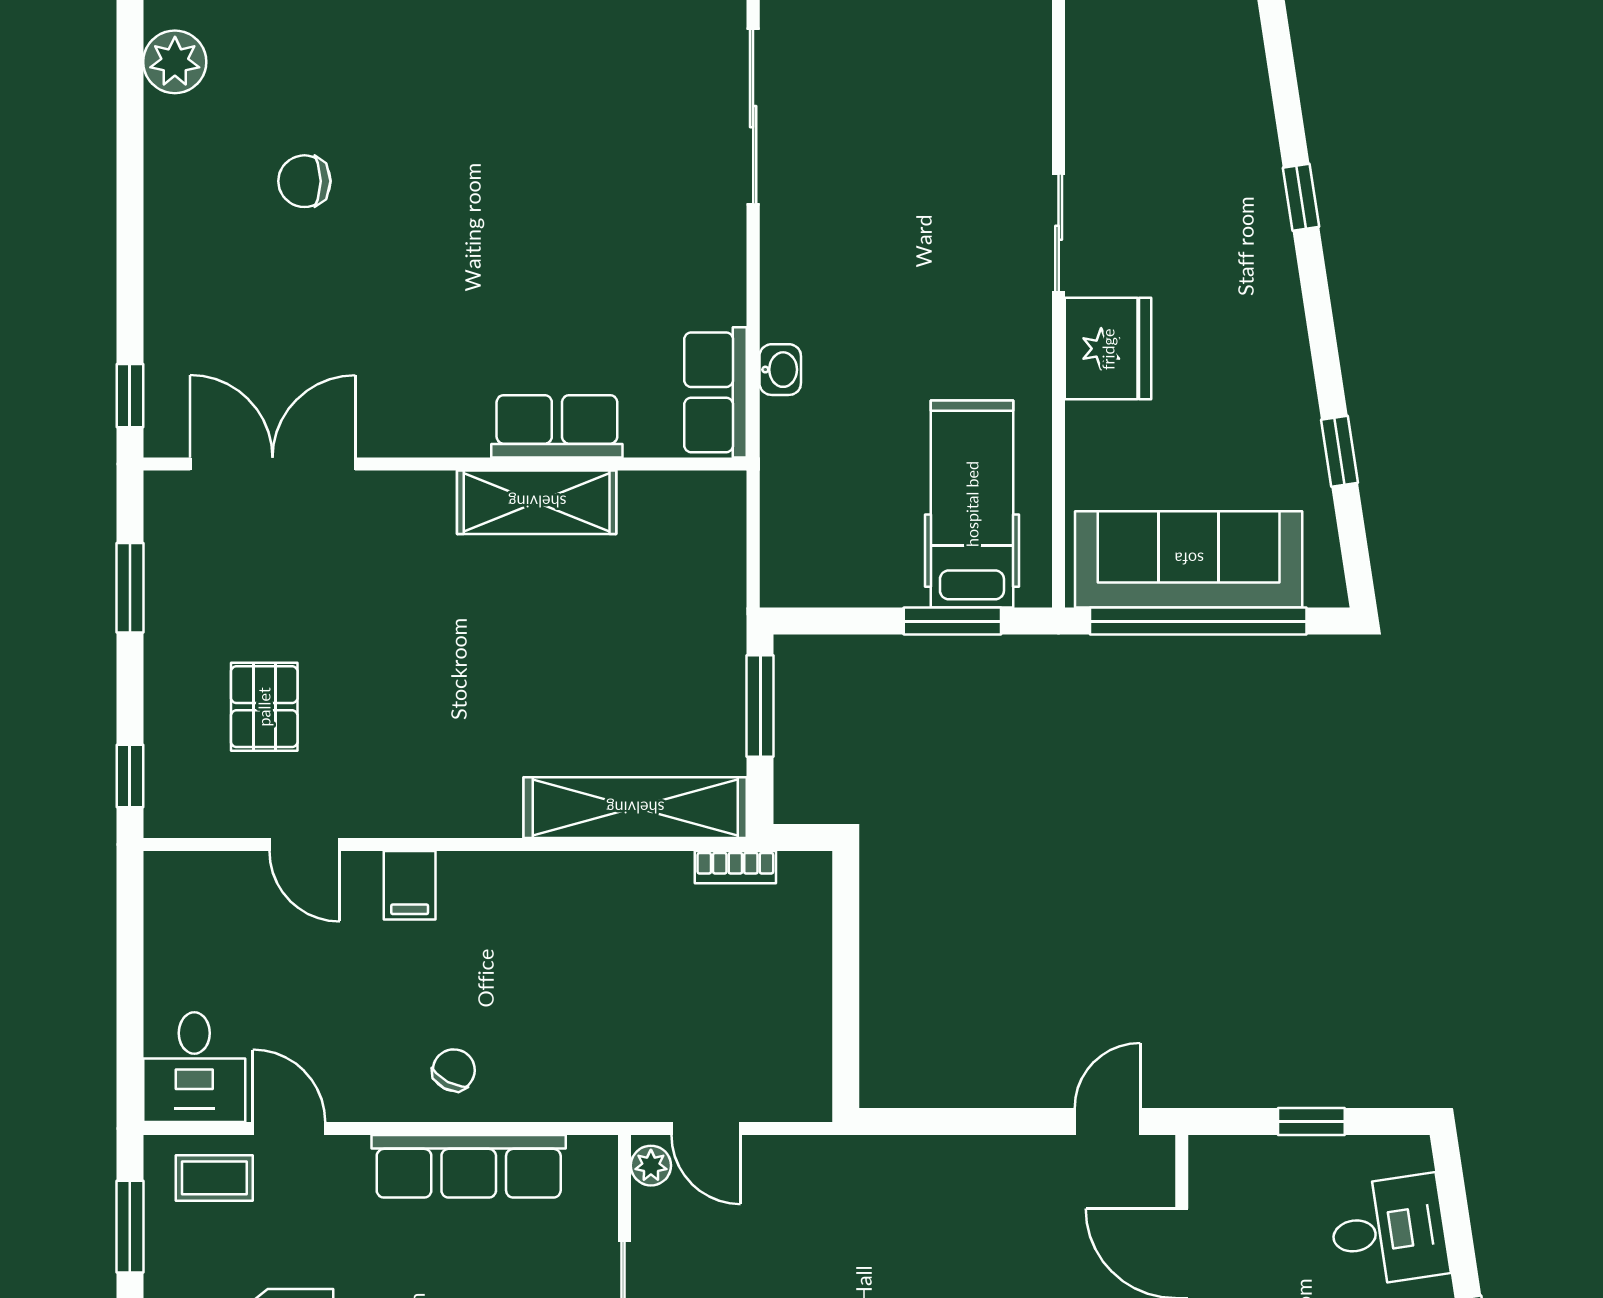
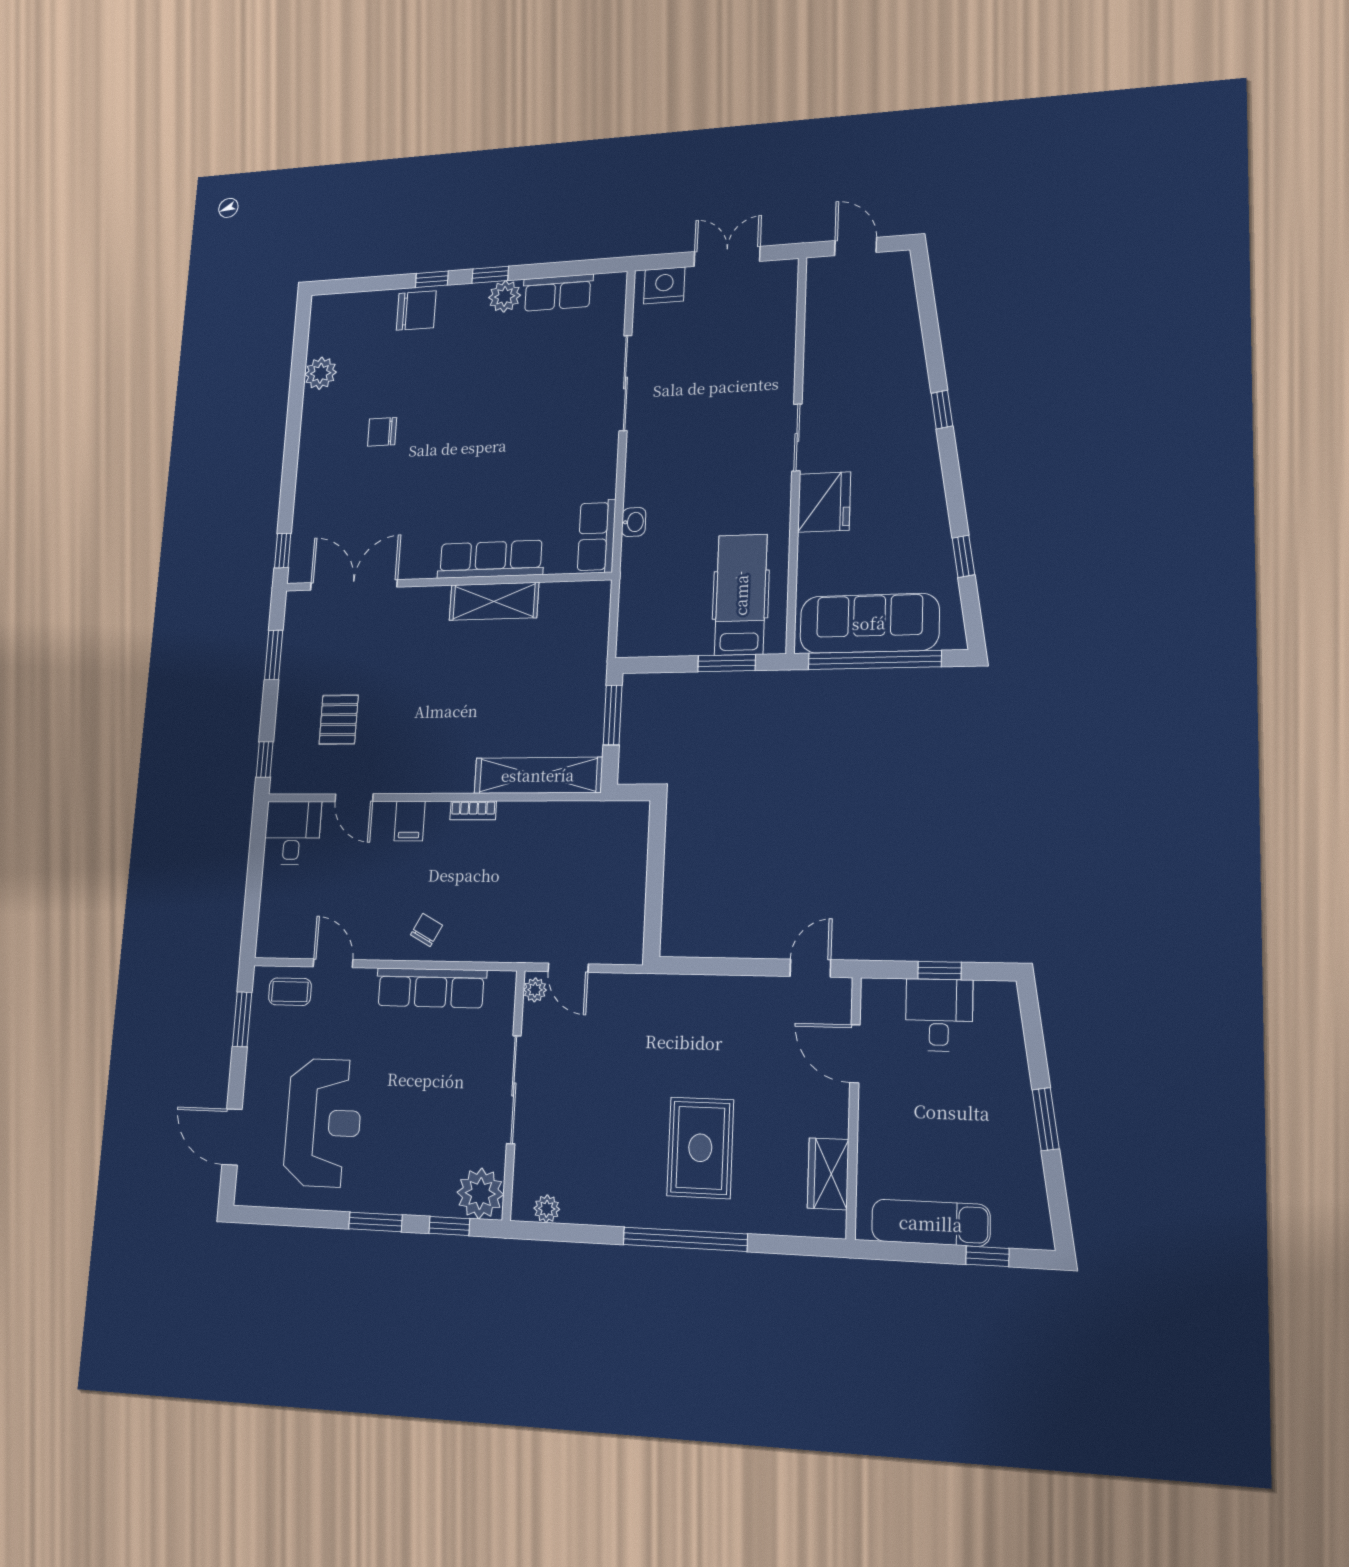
row of seats: (557, 426) -> (491, 559), width x1.48
bookcase: (735, 867) -> (473, 810), moved
desk: (194, 1067) -> (292, 833), moved, turned 180
desk: (1388, 1231) -> (939, 1015), moved, turned -81

